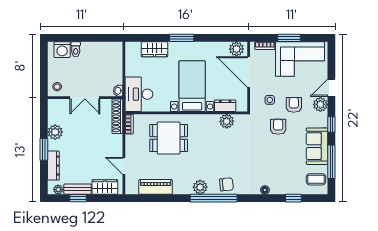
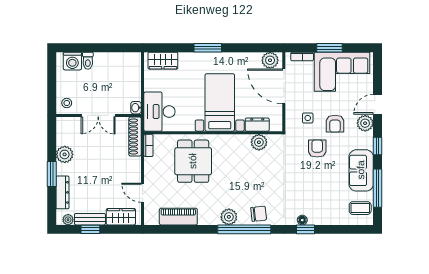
wardrobe: (154, 49) -> (163, 61), moved
armchair: (294, 105) -> (335, 124), turned 180
dining table: (169, 138) -> (193, 161), turned 90
window: (293, 198) -> (305, 229), moved

